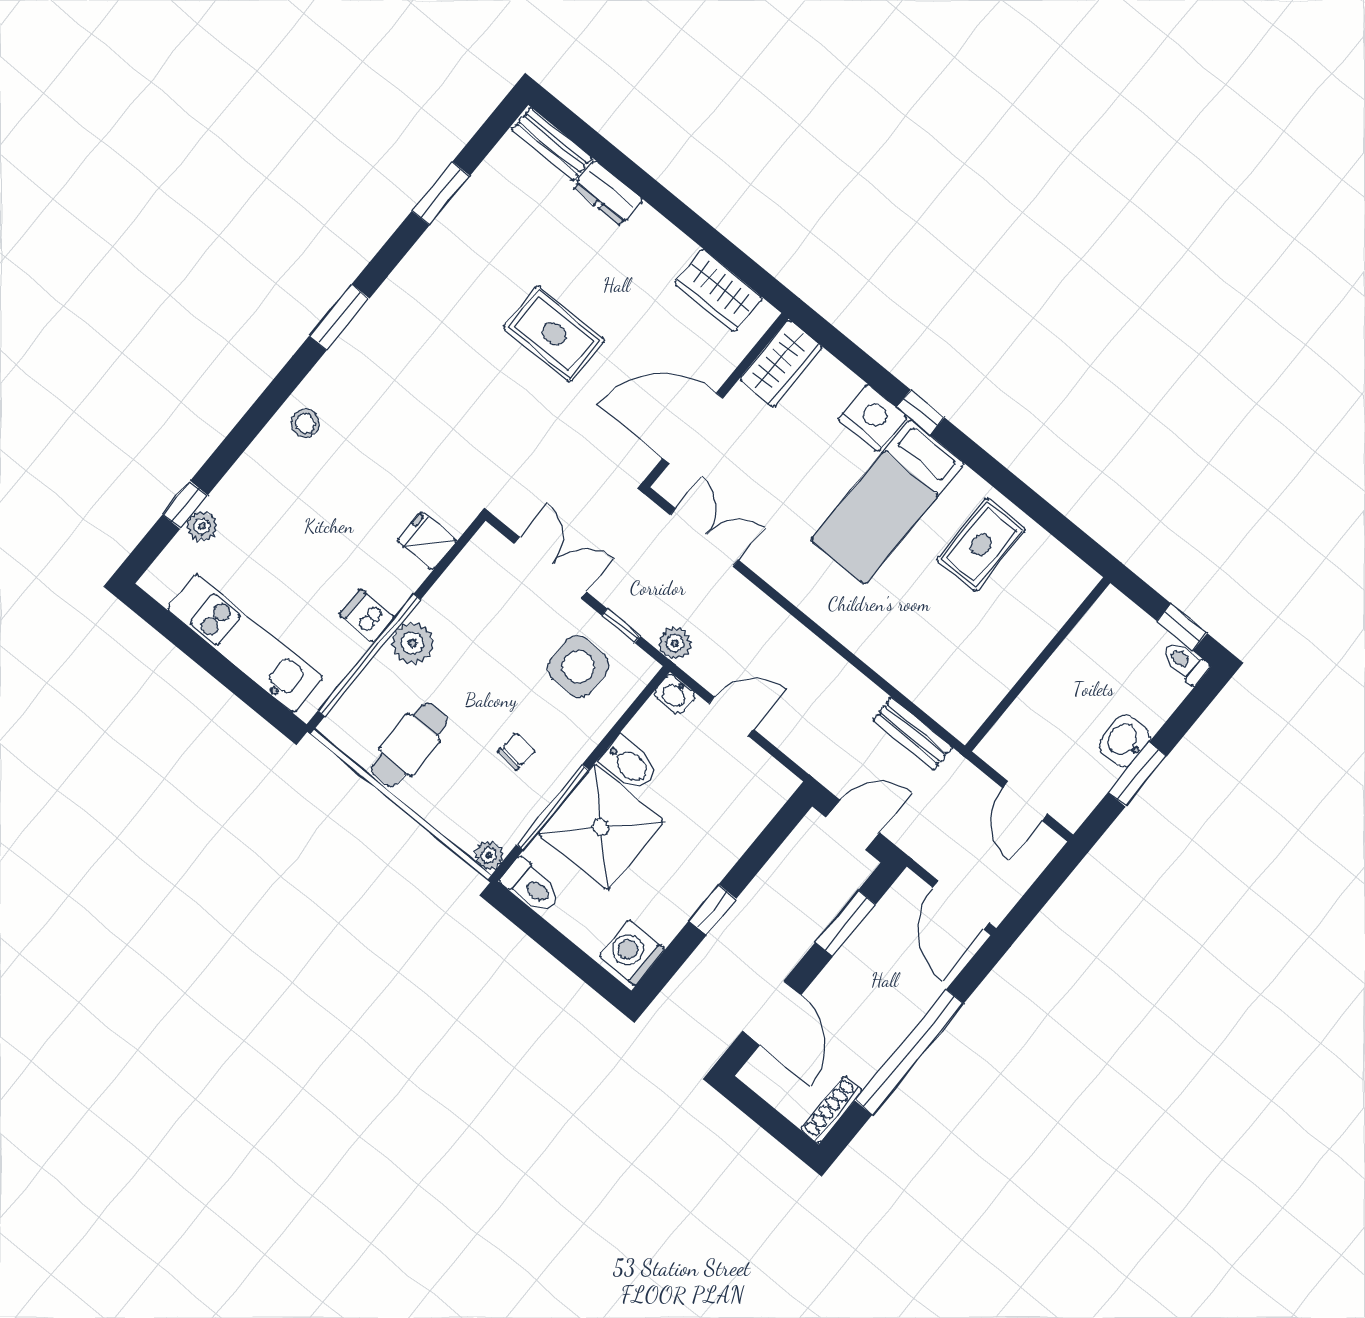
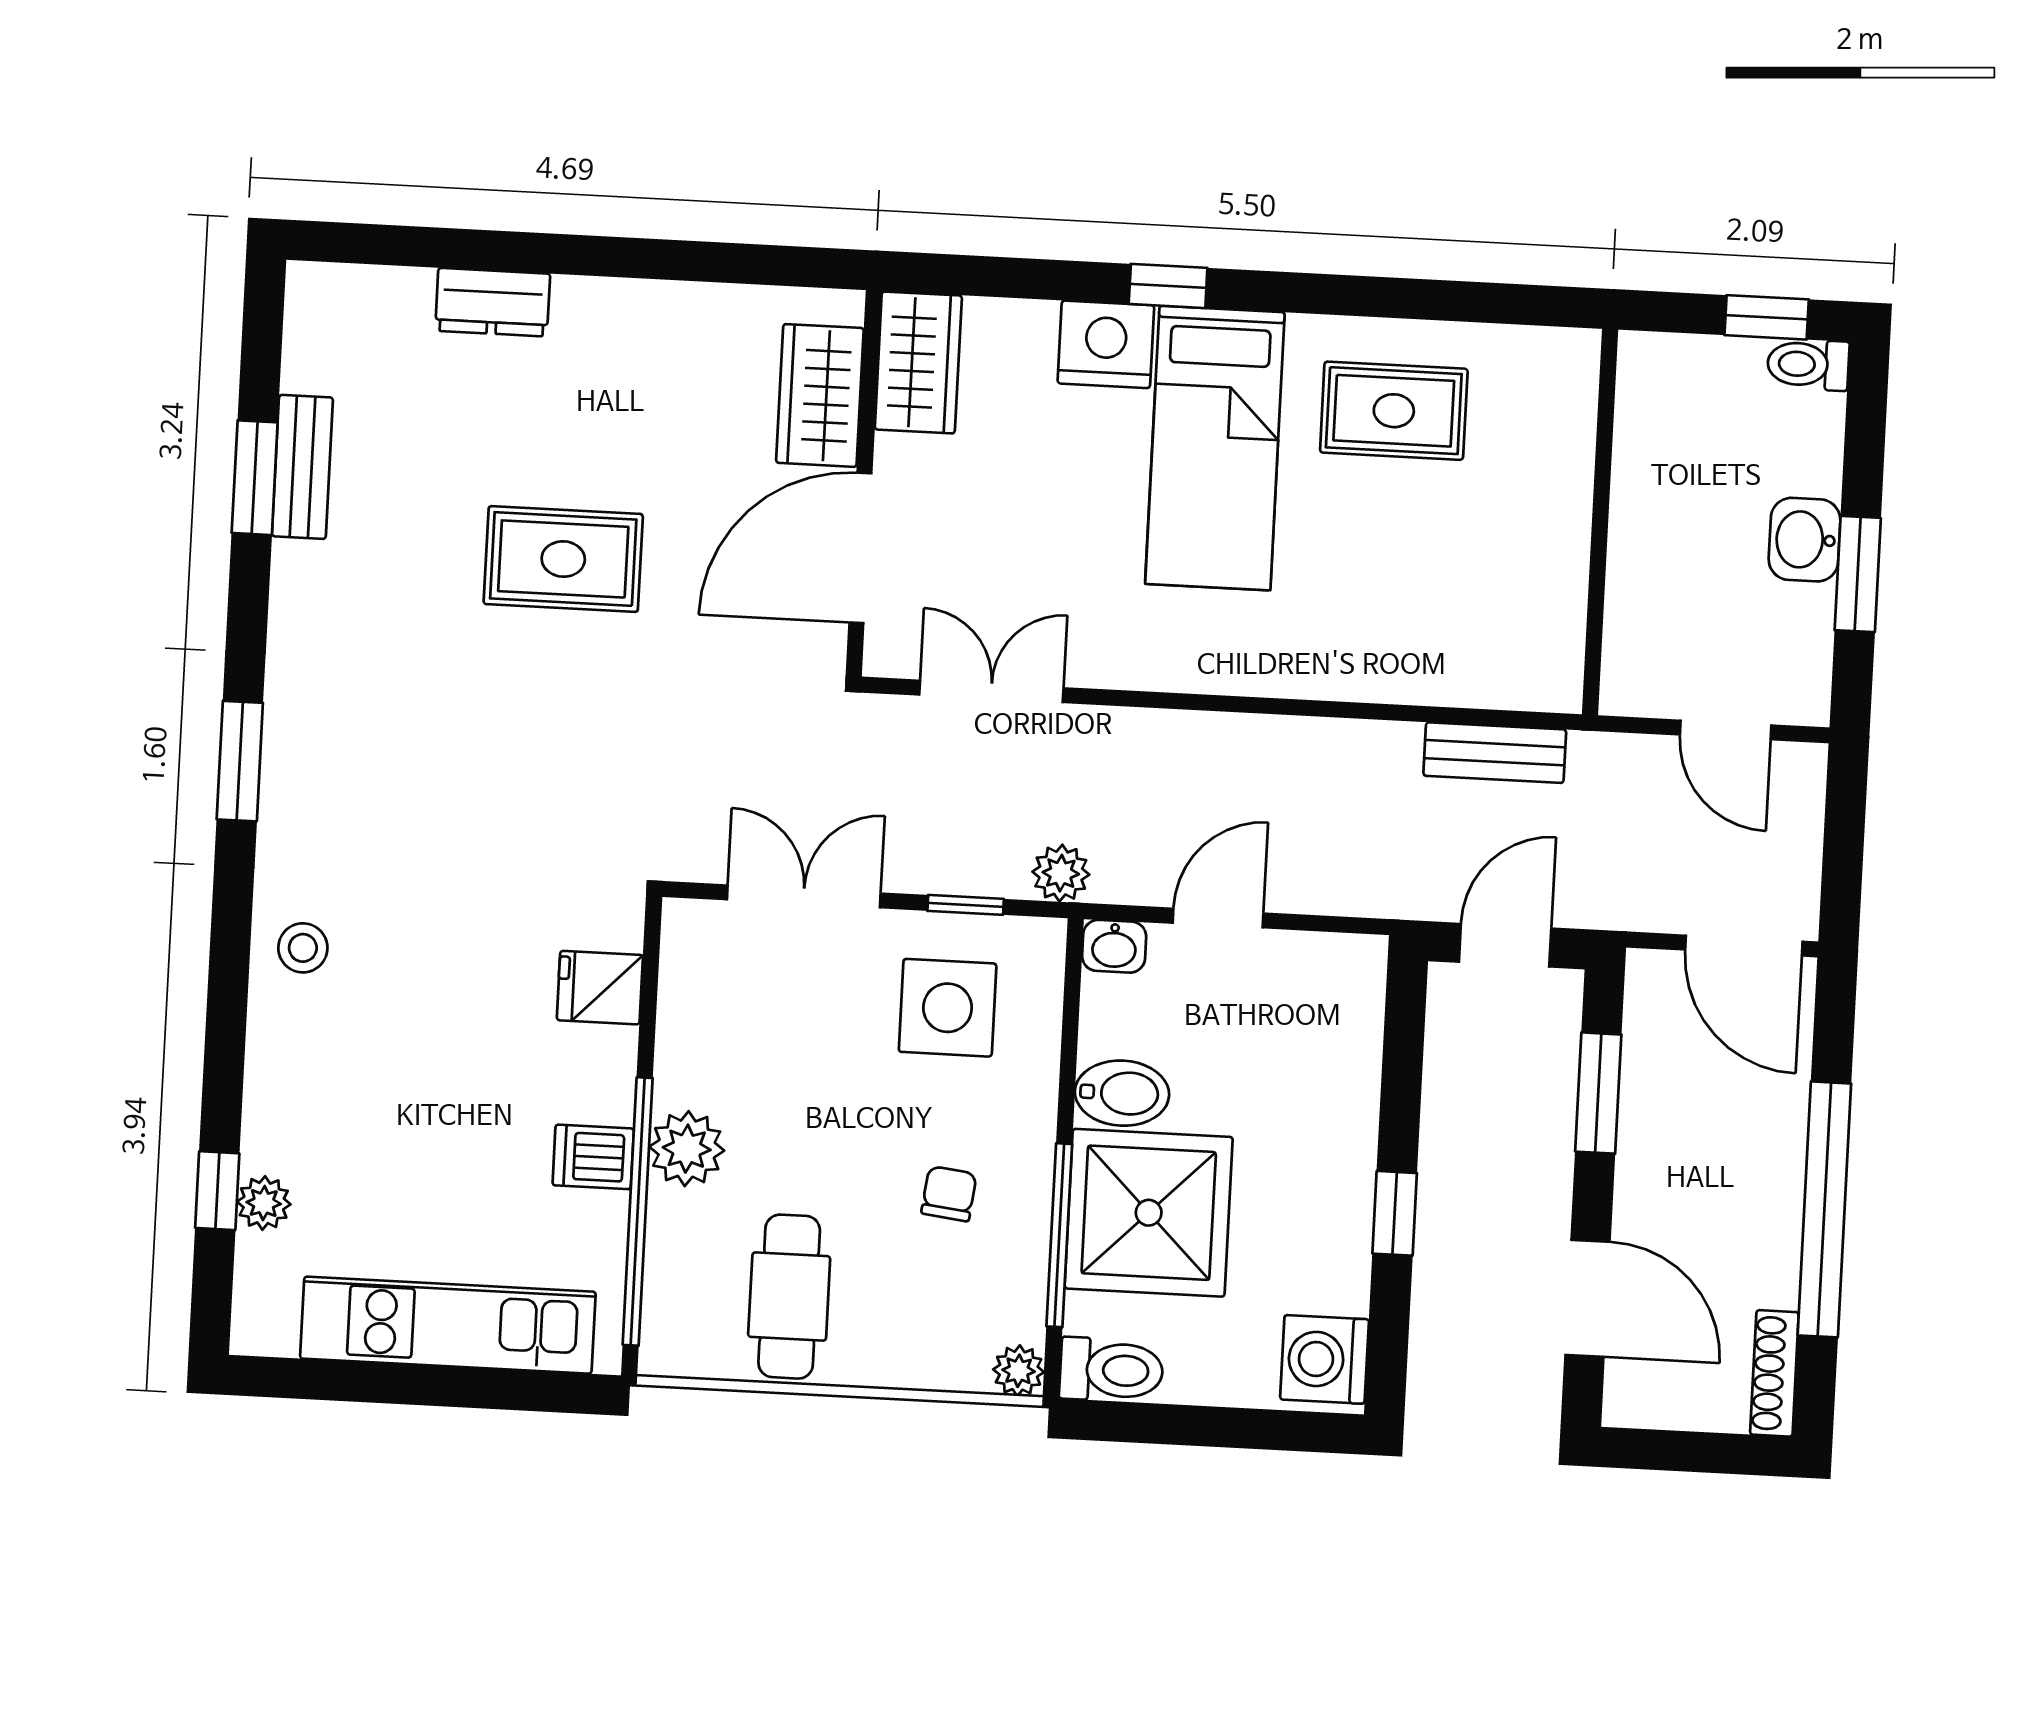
bench: (552, 144) -> (302, 467), moved, turned 90
wardrobe: (719, 291) -> (820, 395), moved, turned 90
rug: (981, 545) -> (1394, 411), turned 90

